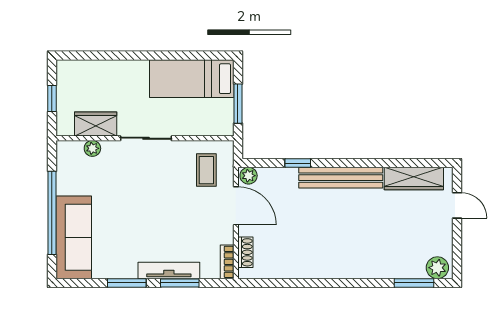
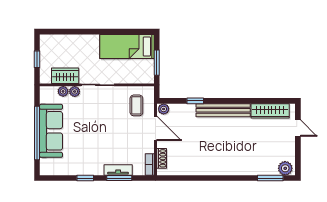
plant: (110, 148) -> (75, 91), added
sofa: (74, 237) -> (51, 131), moved
tv unit: (169, 270) -> (118, 170), width x0.71
window: (127, 283) -> (85, 178), width x0.67

